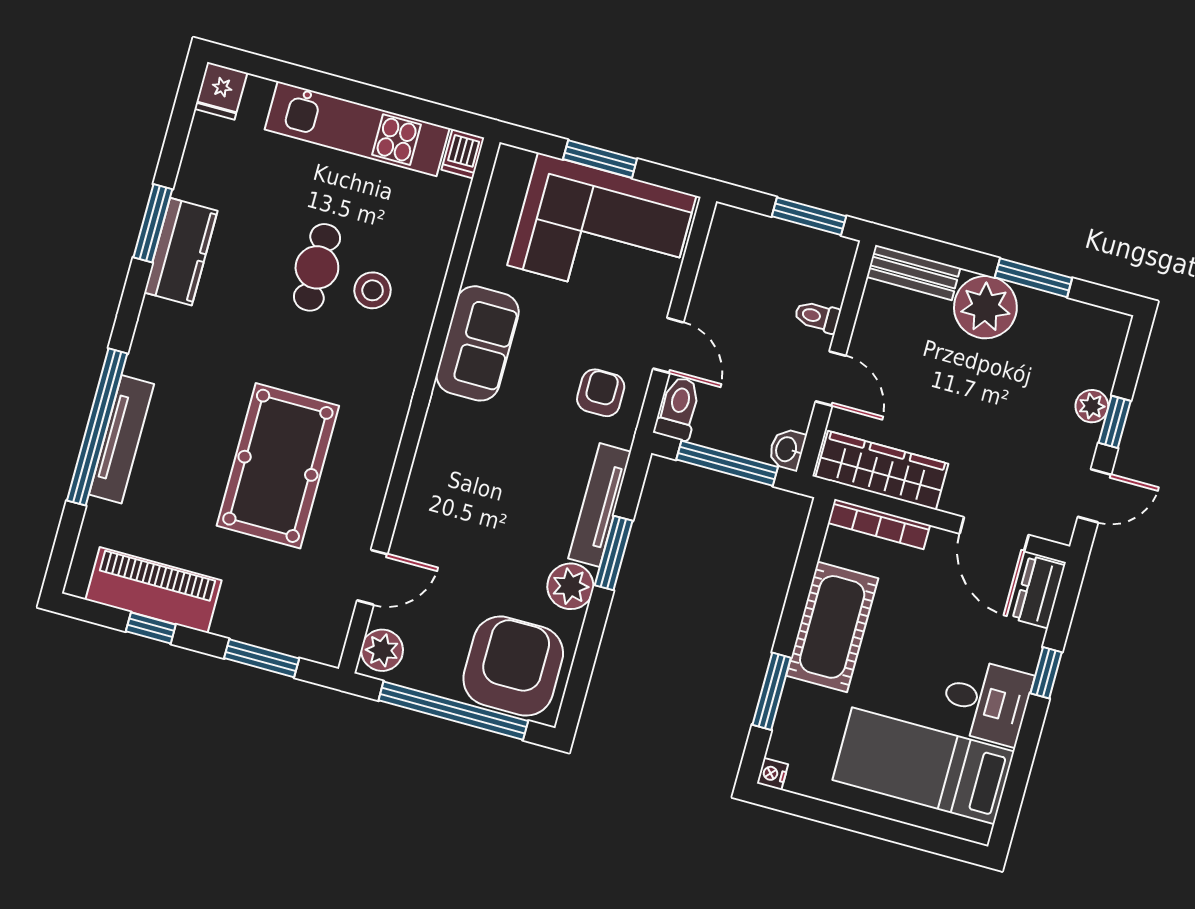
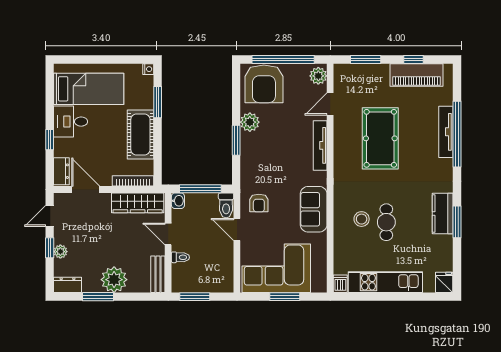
bench: (914, 272) -> (158, 274), moved, turned 90
dresser: (1097, 325) -> (67, 285), added
tv unit: (600, 505) -> (320, 145), moved, turned 180

